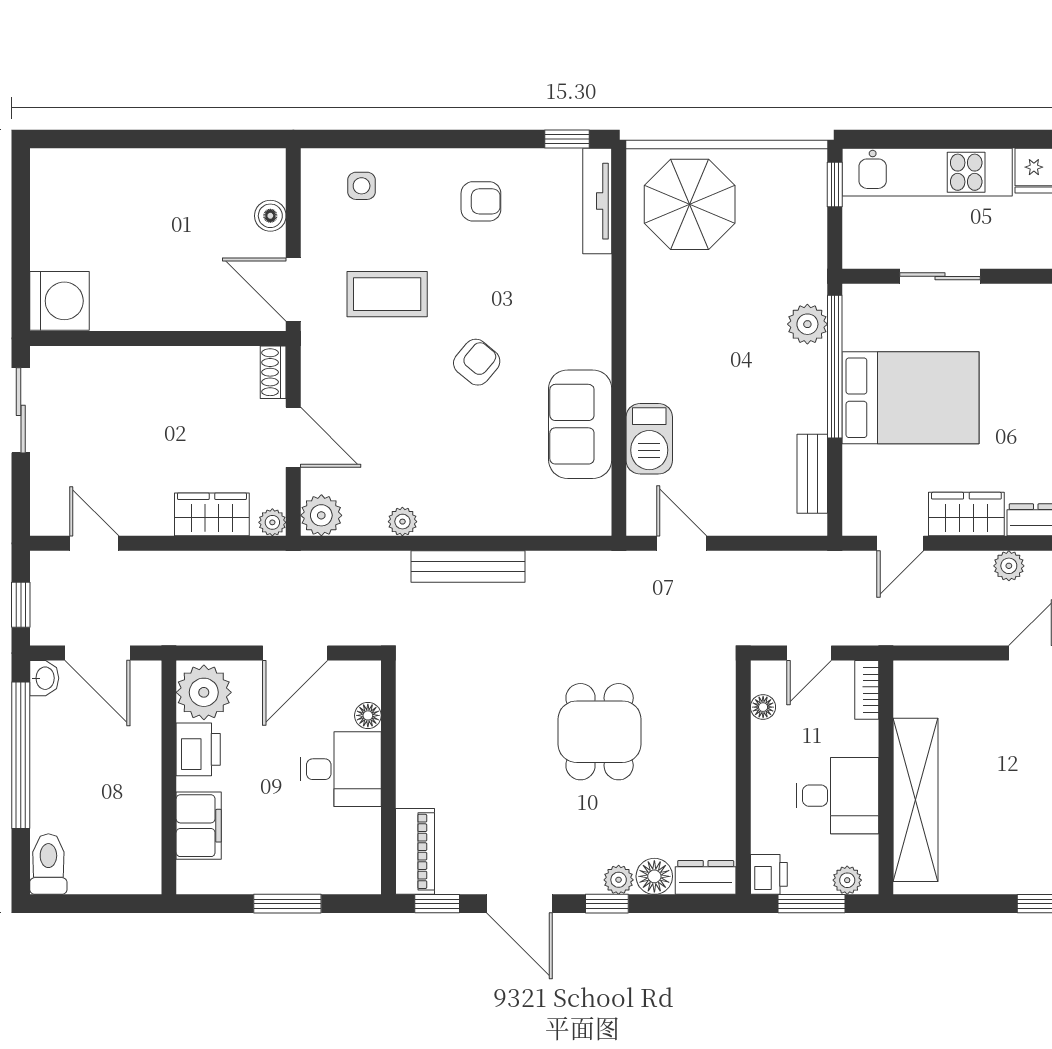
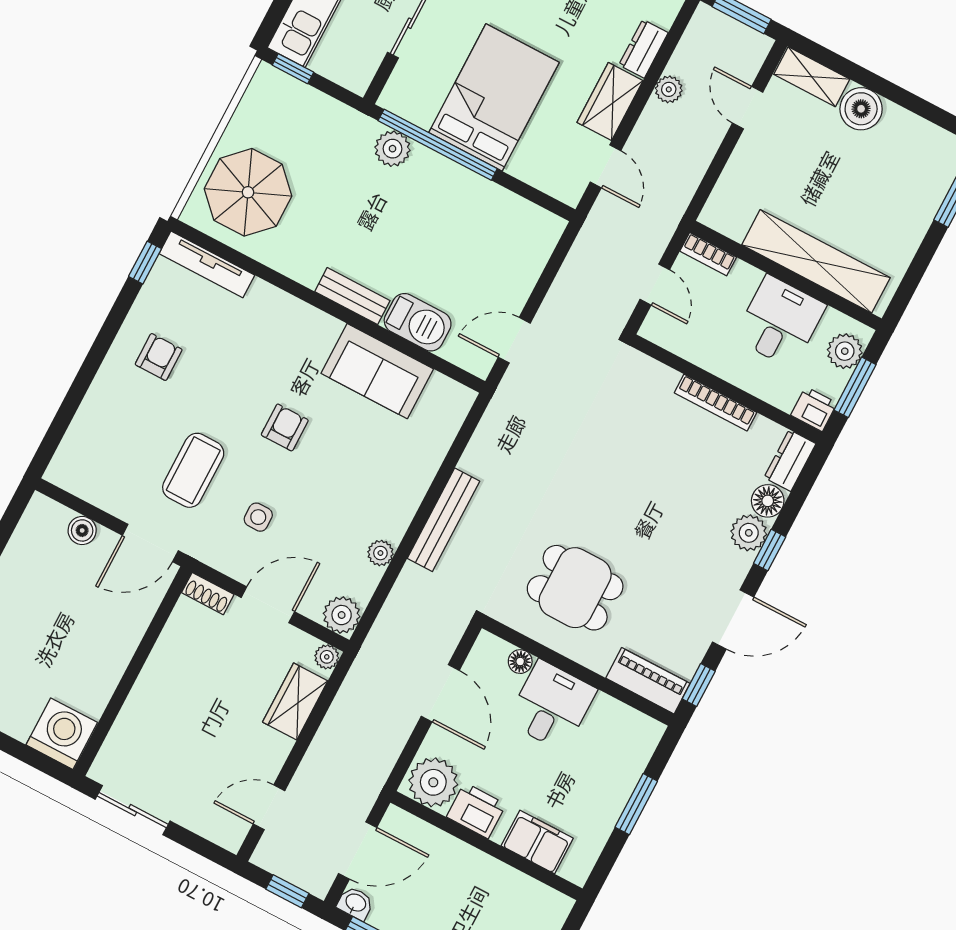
side table: (362, 186) -> (258, 517), moved
armchair: (477, 362) -> (285, 427), turned 50
bench: (812, 474) -> (352, 296), moved
floor lamp: (763, 707) -> (678, 344), removed
dining table: (600, 732) -> (575, 588), moved
bookcase: (724, 774) -> (716, 403), added
plant: (619, 880) -> (749, 533), width x1.38, depth x1.38
plant: (847, 880) -> (845, 351), width x1.38, depth x1.38

